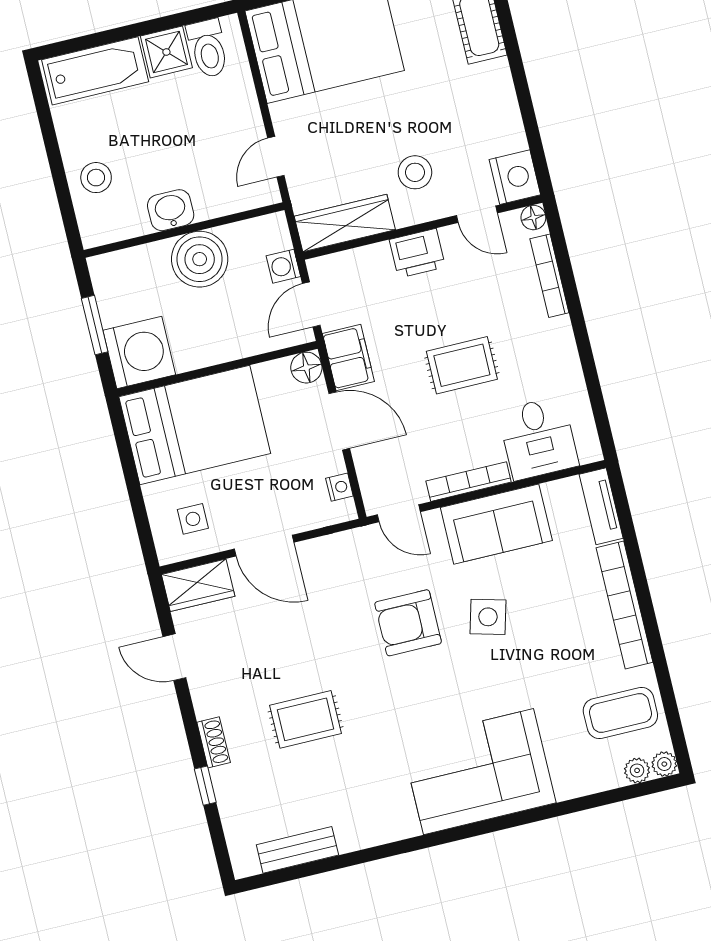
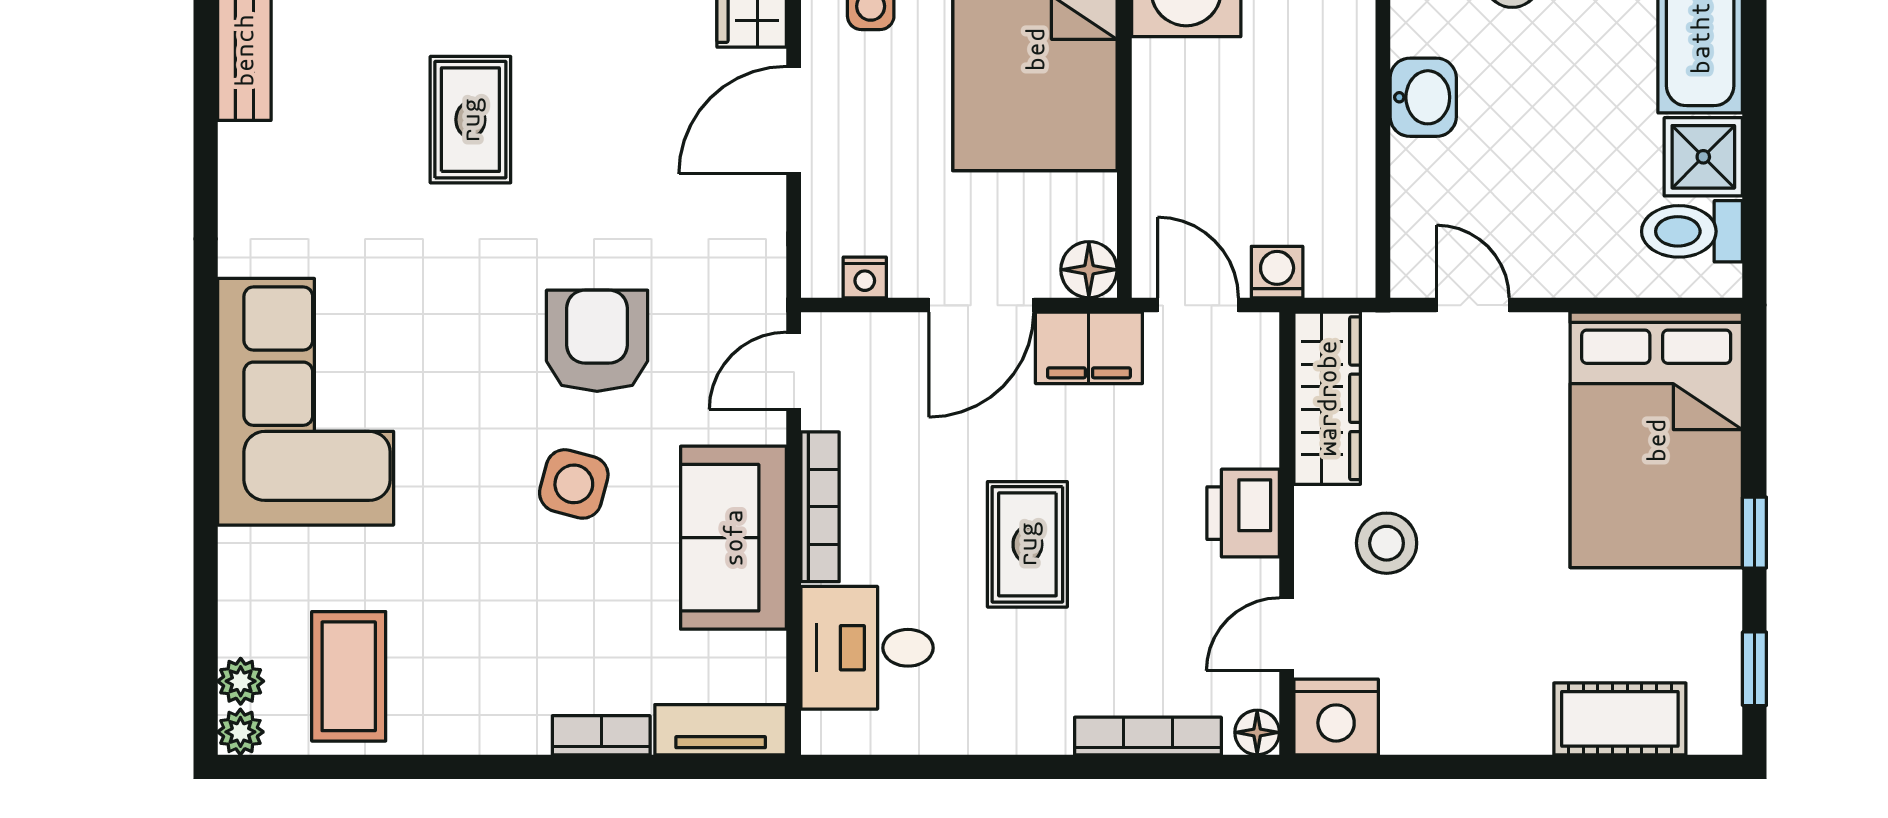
boiler: (200, 259) -> (1325, 128), removed
bookcase: (625, 605) -> (601, 735), width x0.43, depth x0.76

